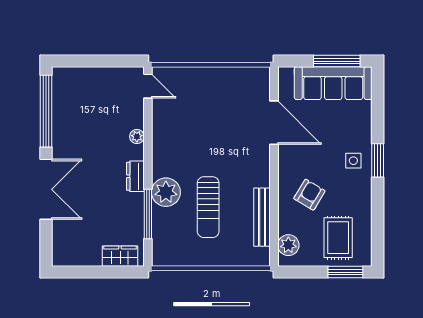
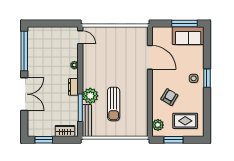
sofa: (333, 83) -> (188, 36), width x0.73
bench: (262, 217) -> (87, 121), moved
rug: (338, 238) -> (185, 121), turned 90
window: (81, 272) -> (44, 140), added
window: (345, 272) -> (174, 140), moved

